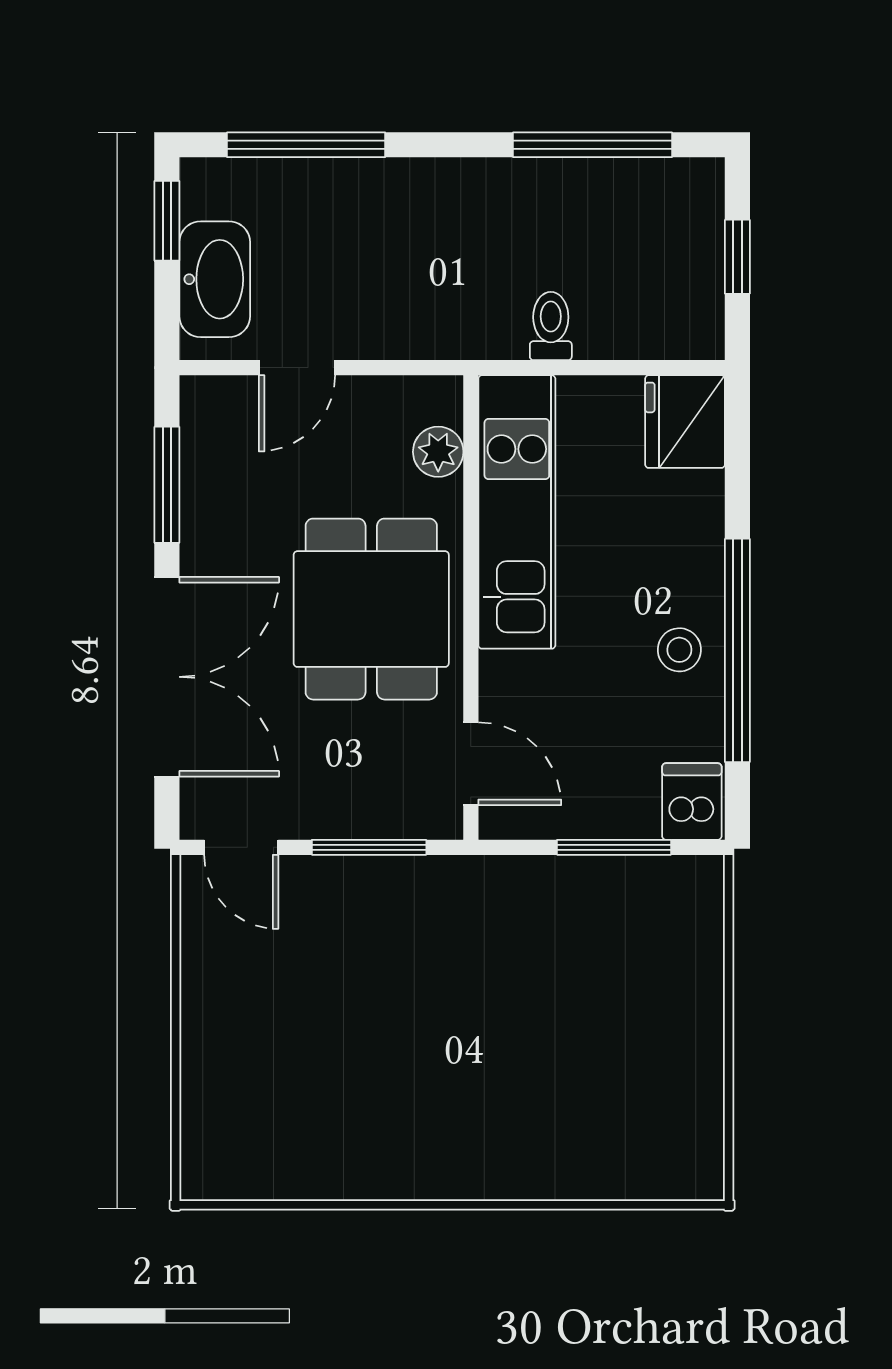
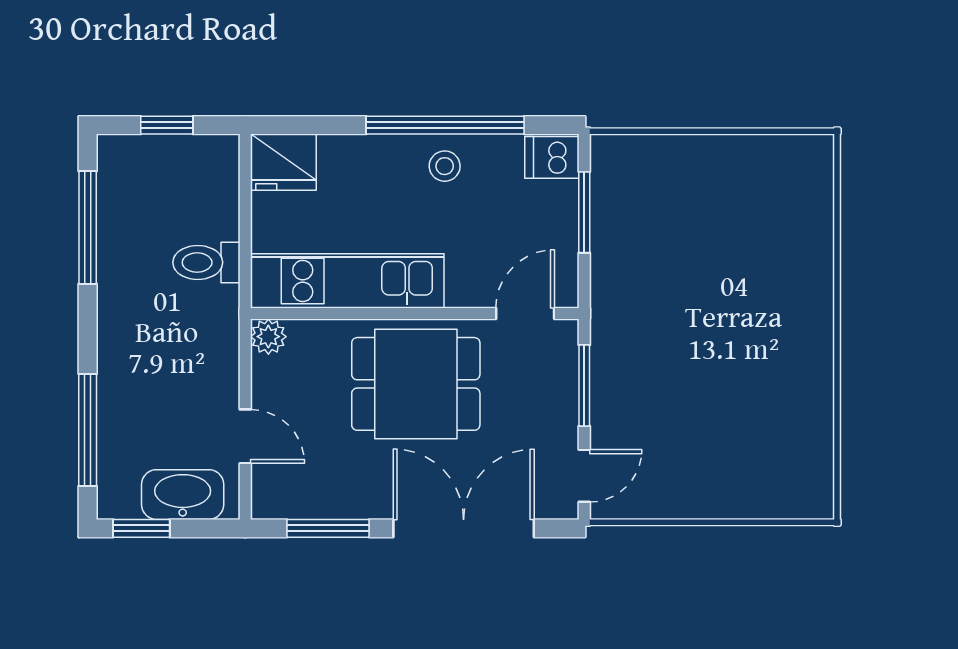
toilet: (551, 326) -> (206, 262), width x1.37, depth x1.39
plant: (438, 452) -> (268, 337), moved

